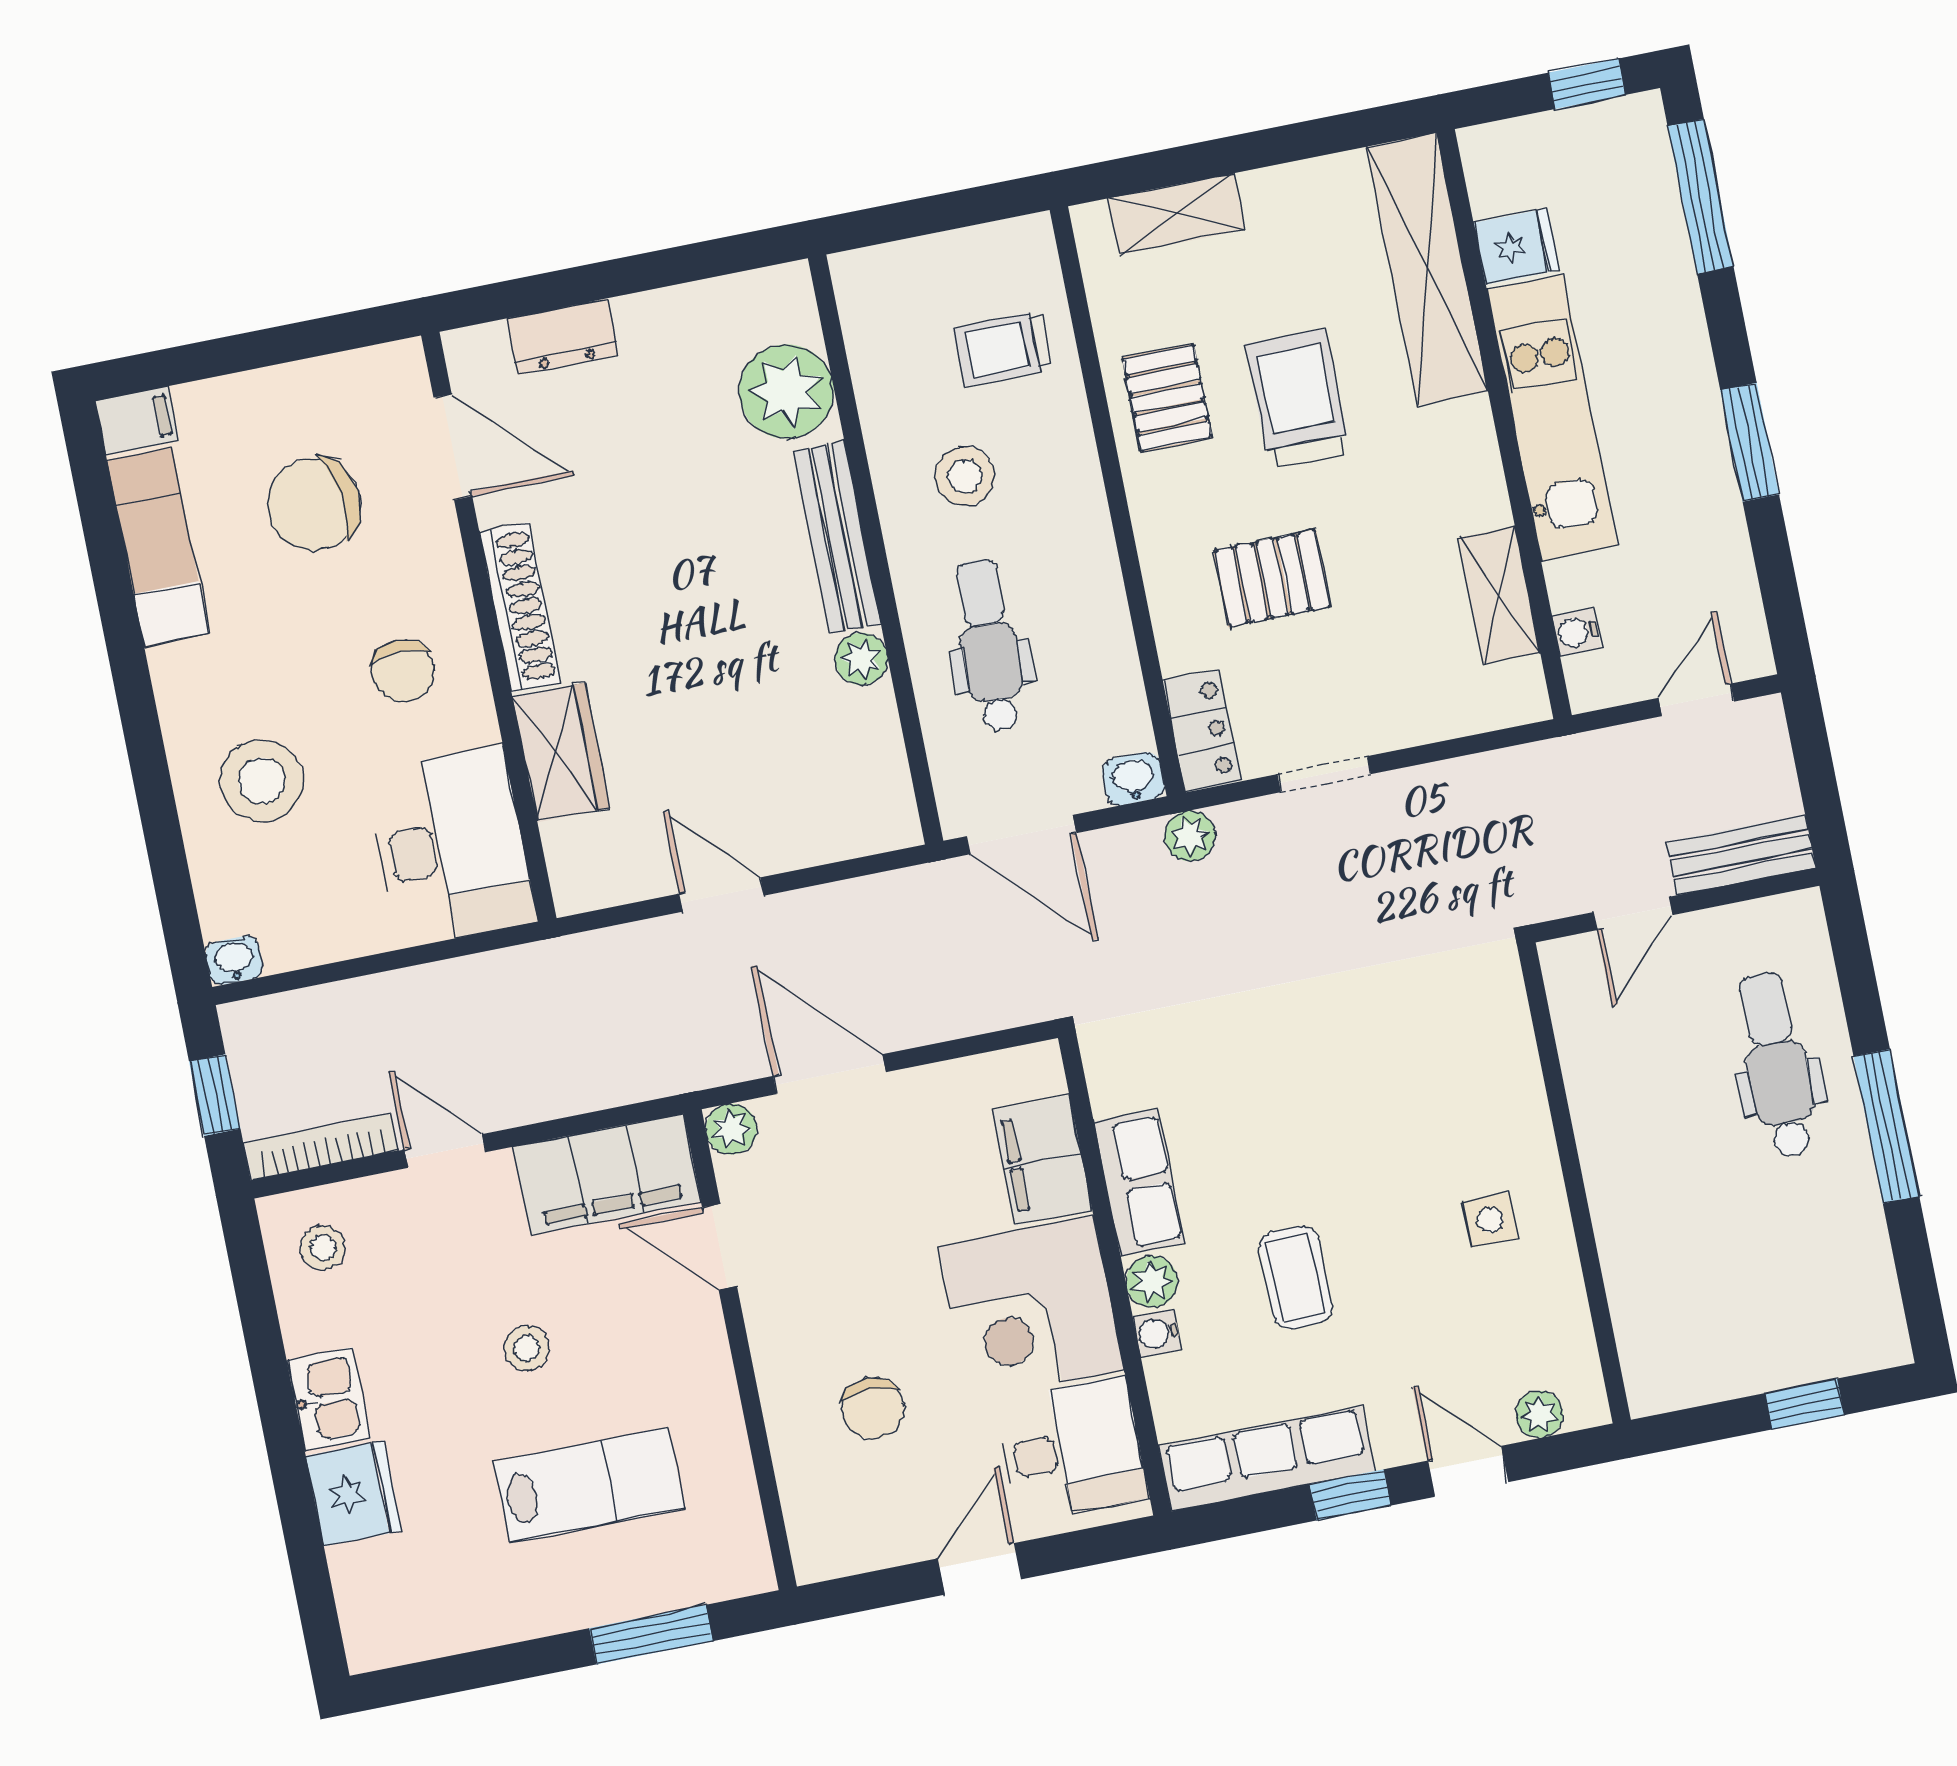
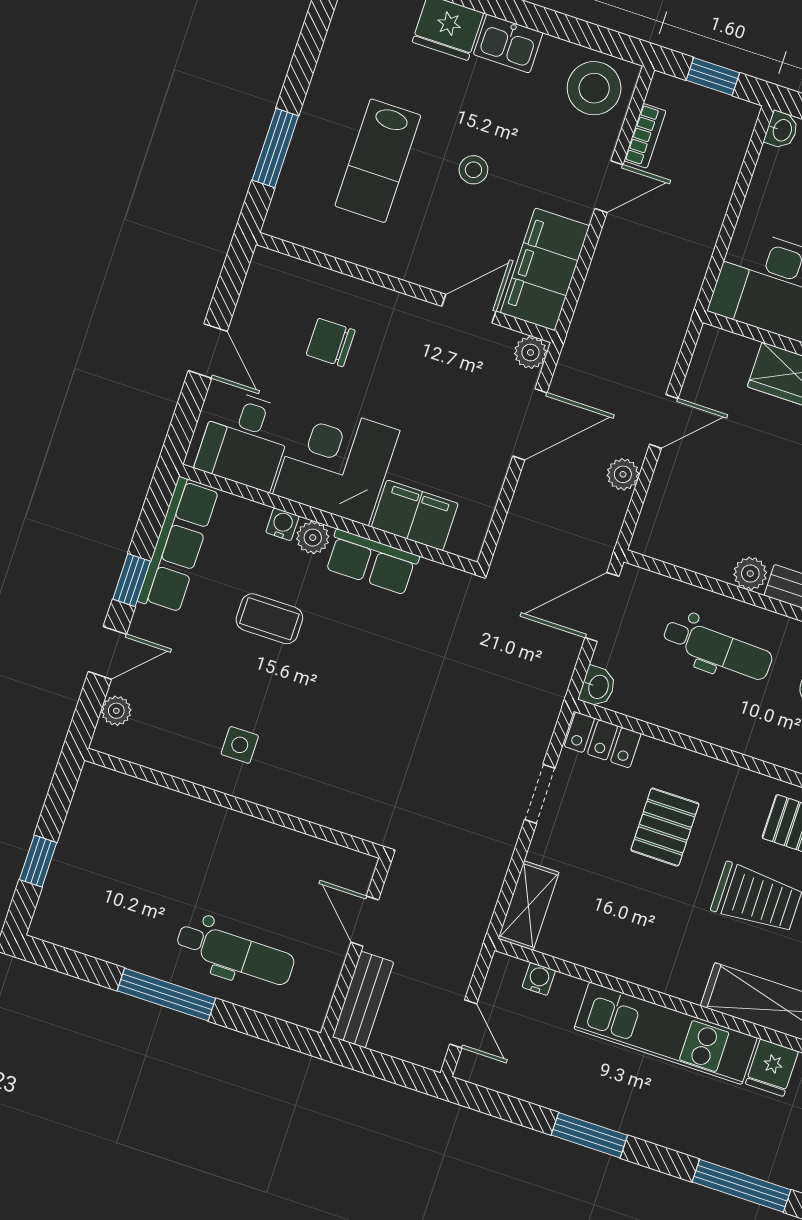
shelving: (1499, 595) -> (528, 906), moved, turned 90
plant: (1190, 836) -> (623, 474), moved
bookcase: (322, 1147) -> (645, 136), width x0.64
stool: (323, 1248) -> (594, 88), width x1.89, depth x1.89

